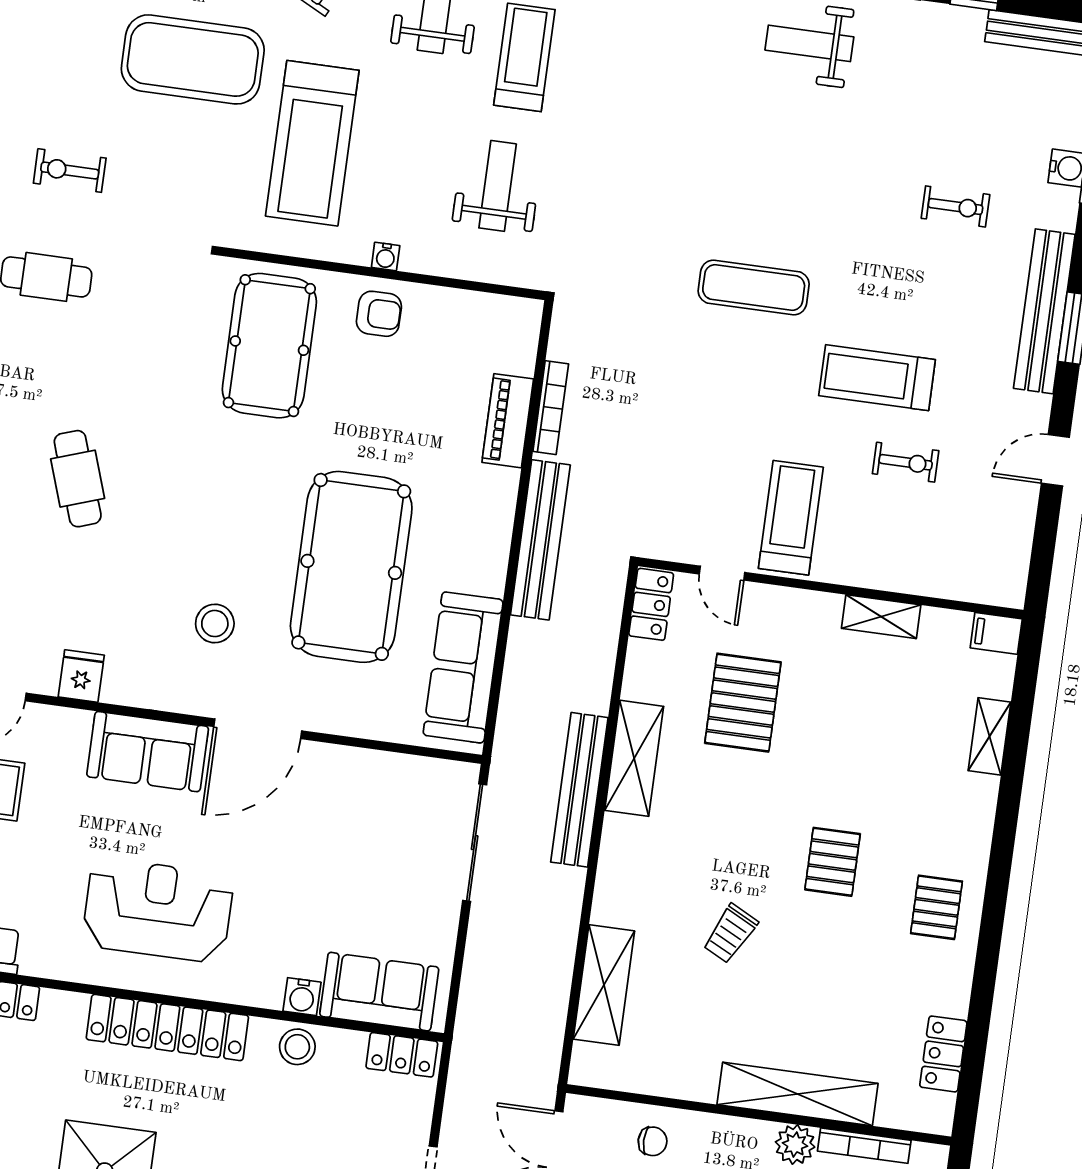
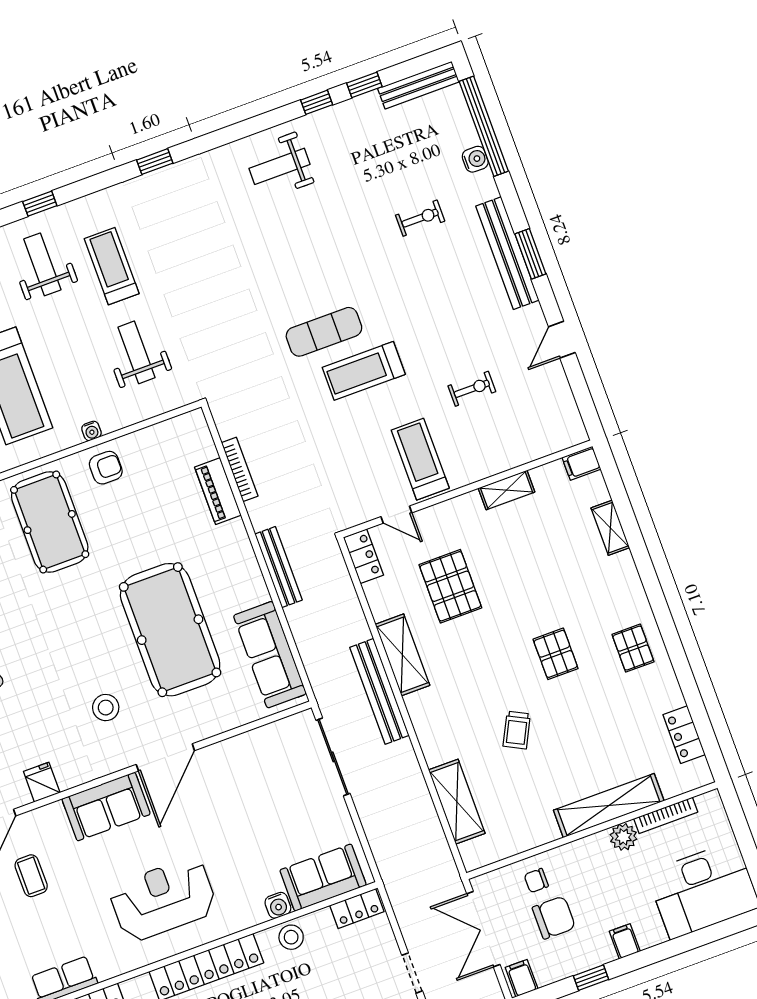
treadmill: (877, 378) -> (364, 371), moved
bench: (540, 540) -> (279, 567), width x0.73, depth x0.82
chair: (653, 1141) -> (536, 881), turned 180

